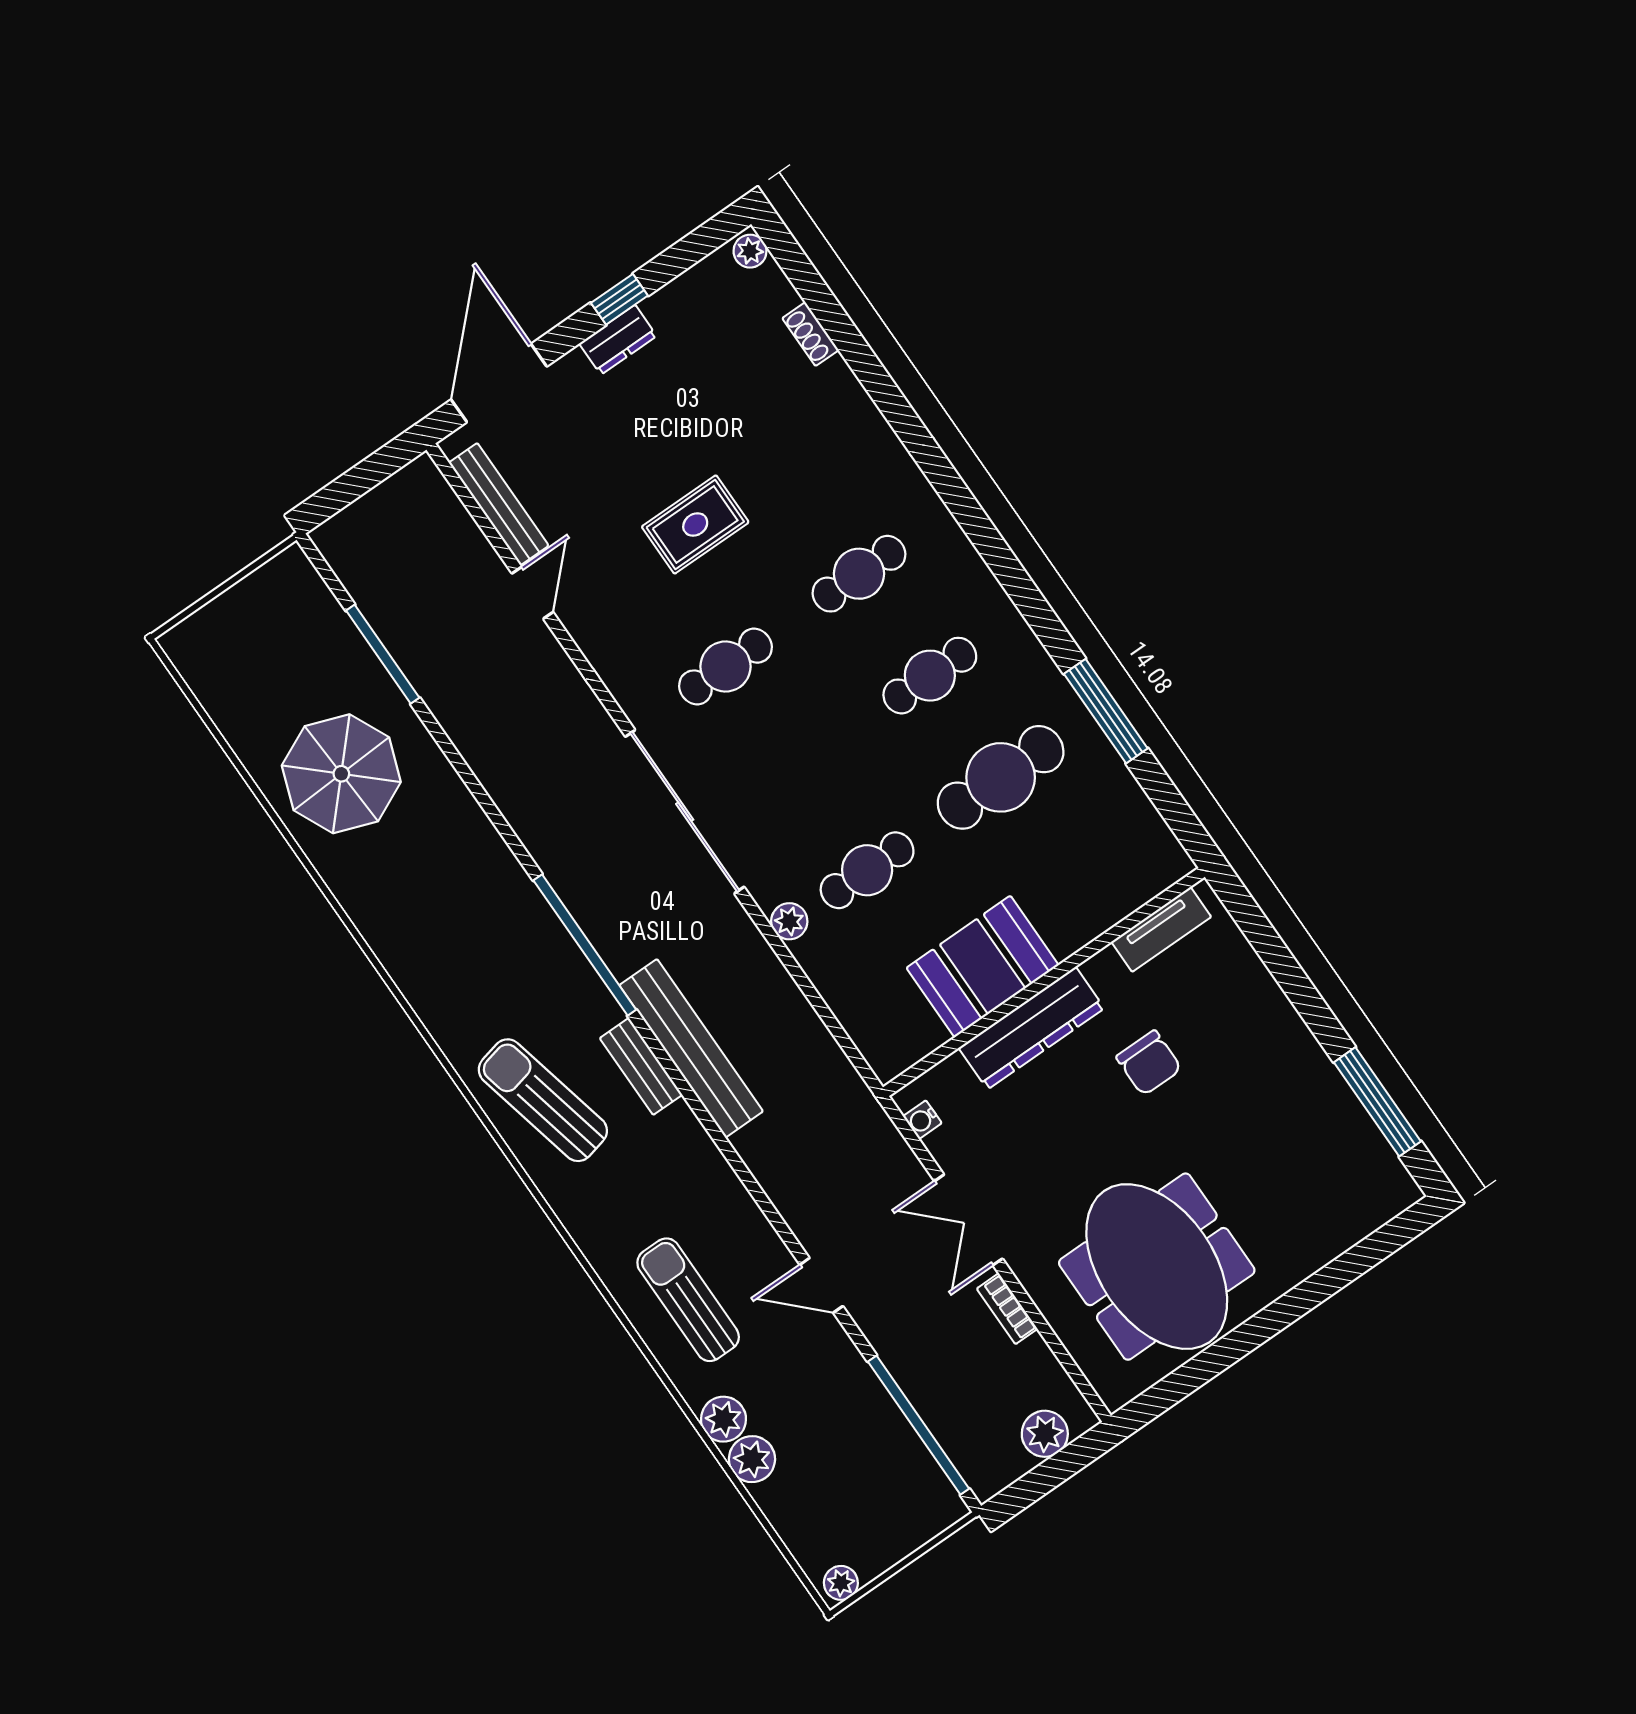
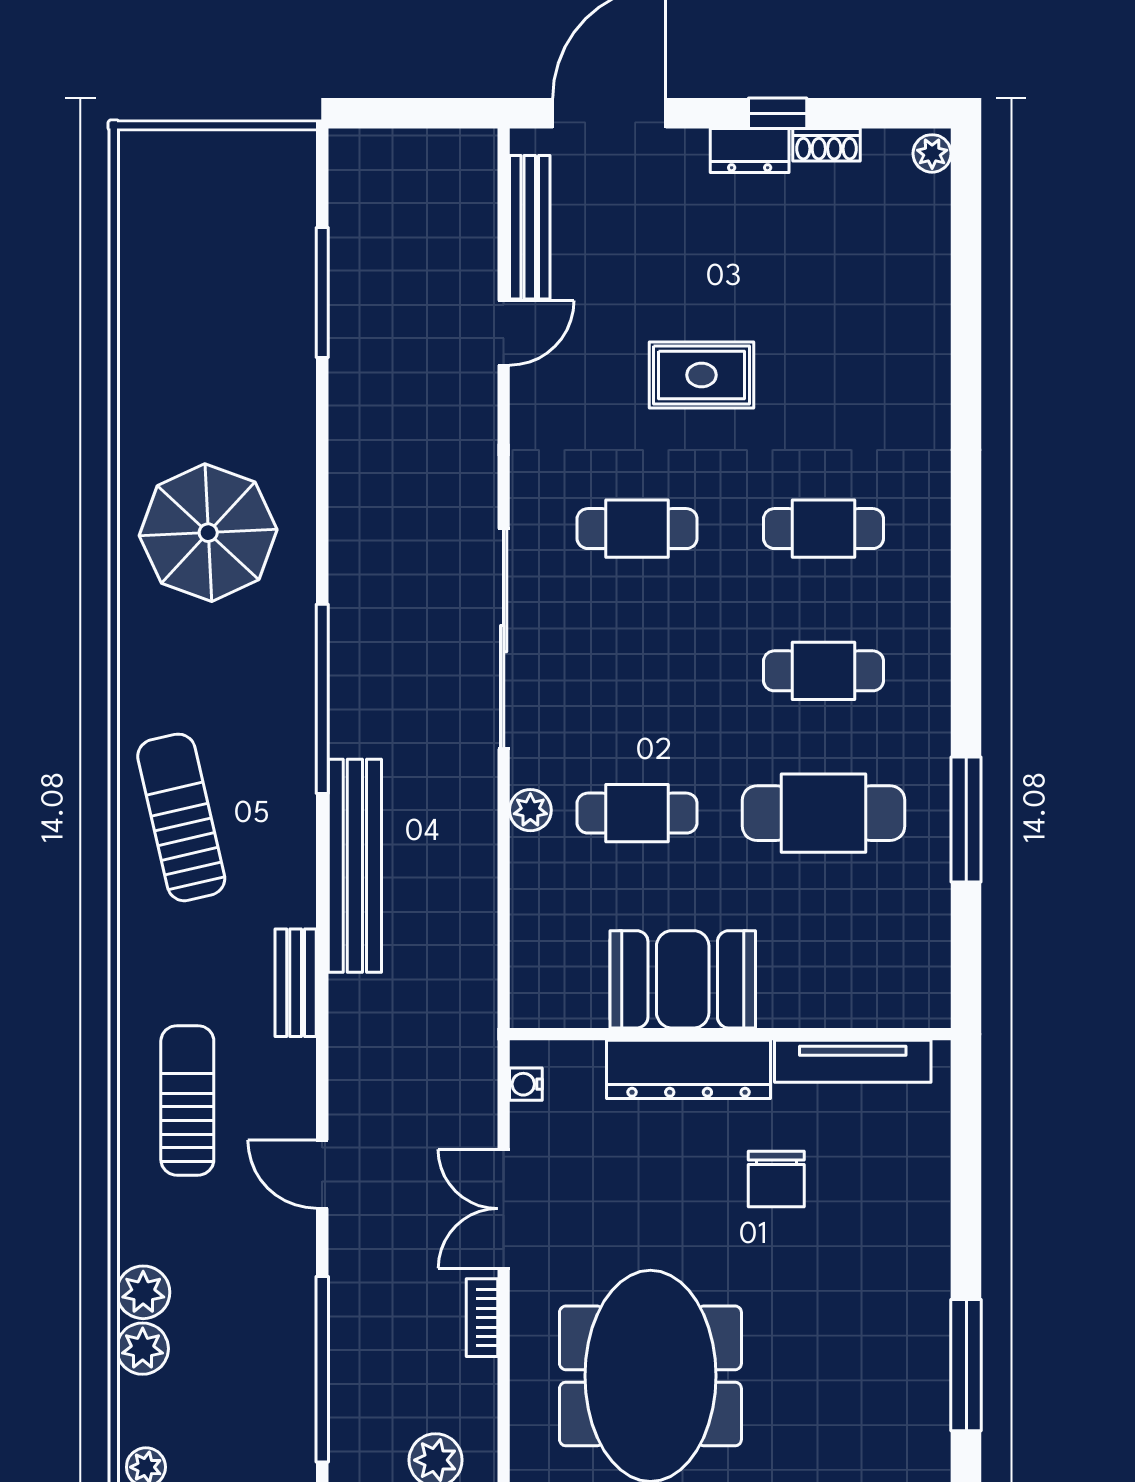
shoe rack: (810, 334) -> (826, 145), moved, turned -90
parasol: (341, 774) -> (208, 533), moved
tv unit: (1161, 929) -> (853, 1061), width x1.41
bench: (641, 1066) -> (296, 983), moved
plant: (723, 1419) -> (143, 1349), moved

